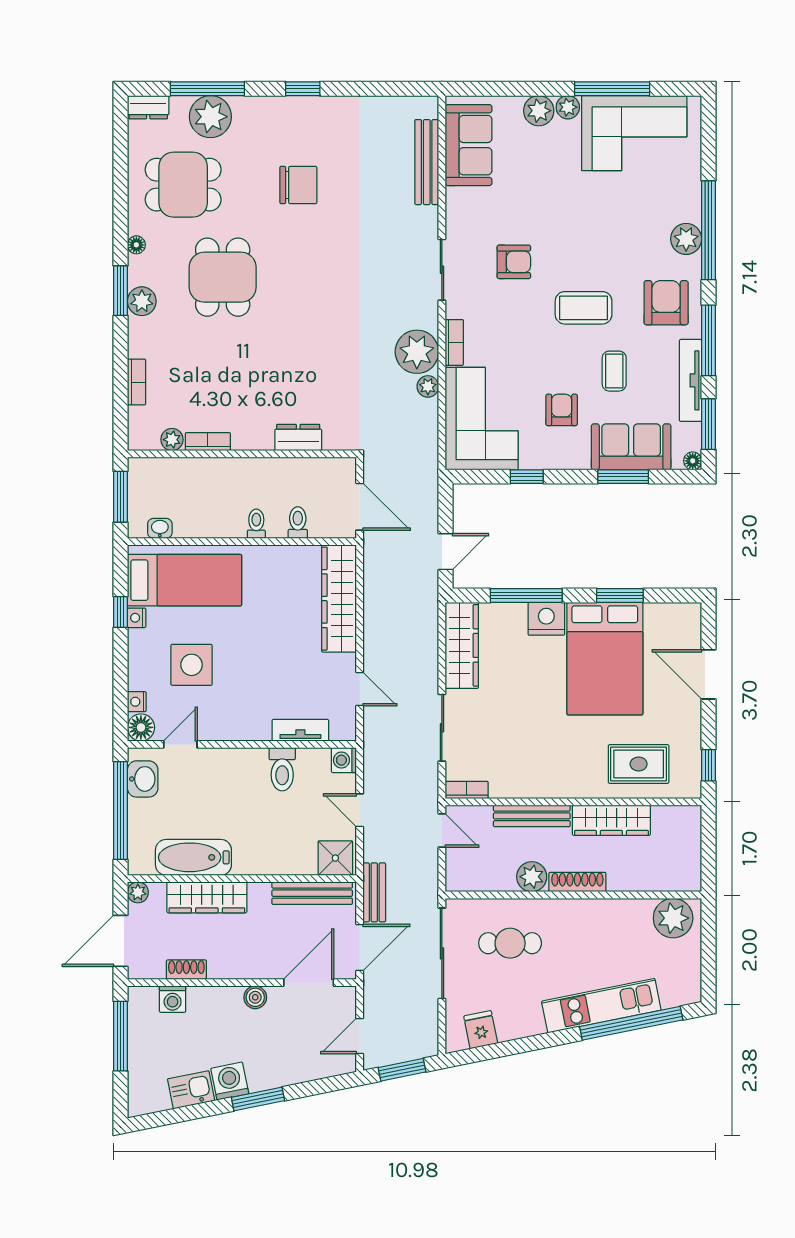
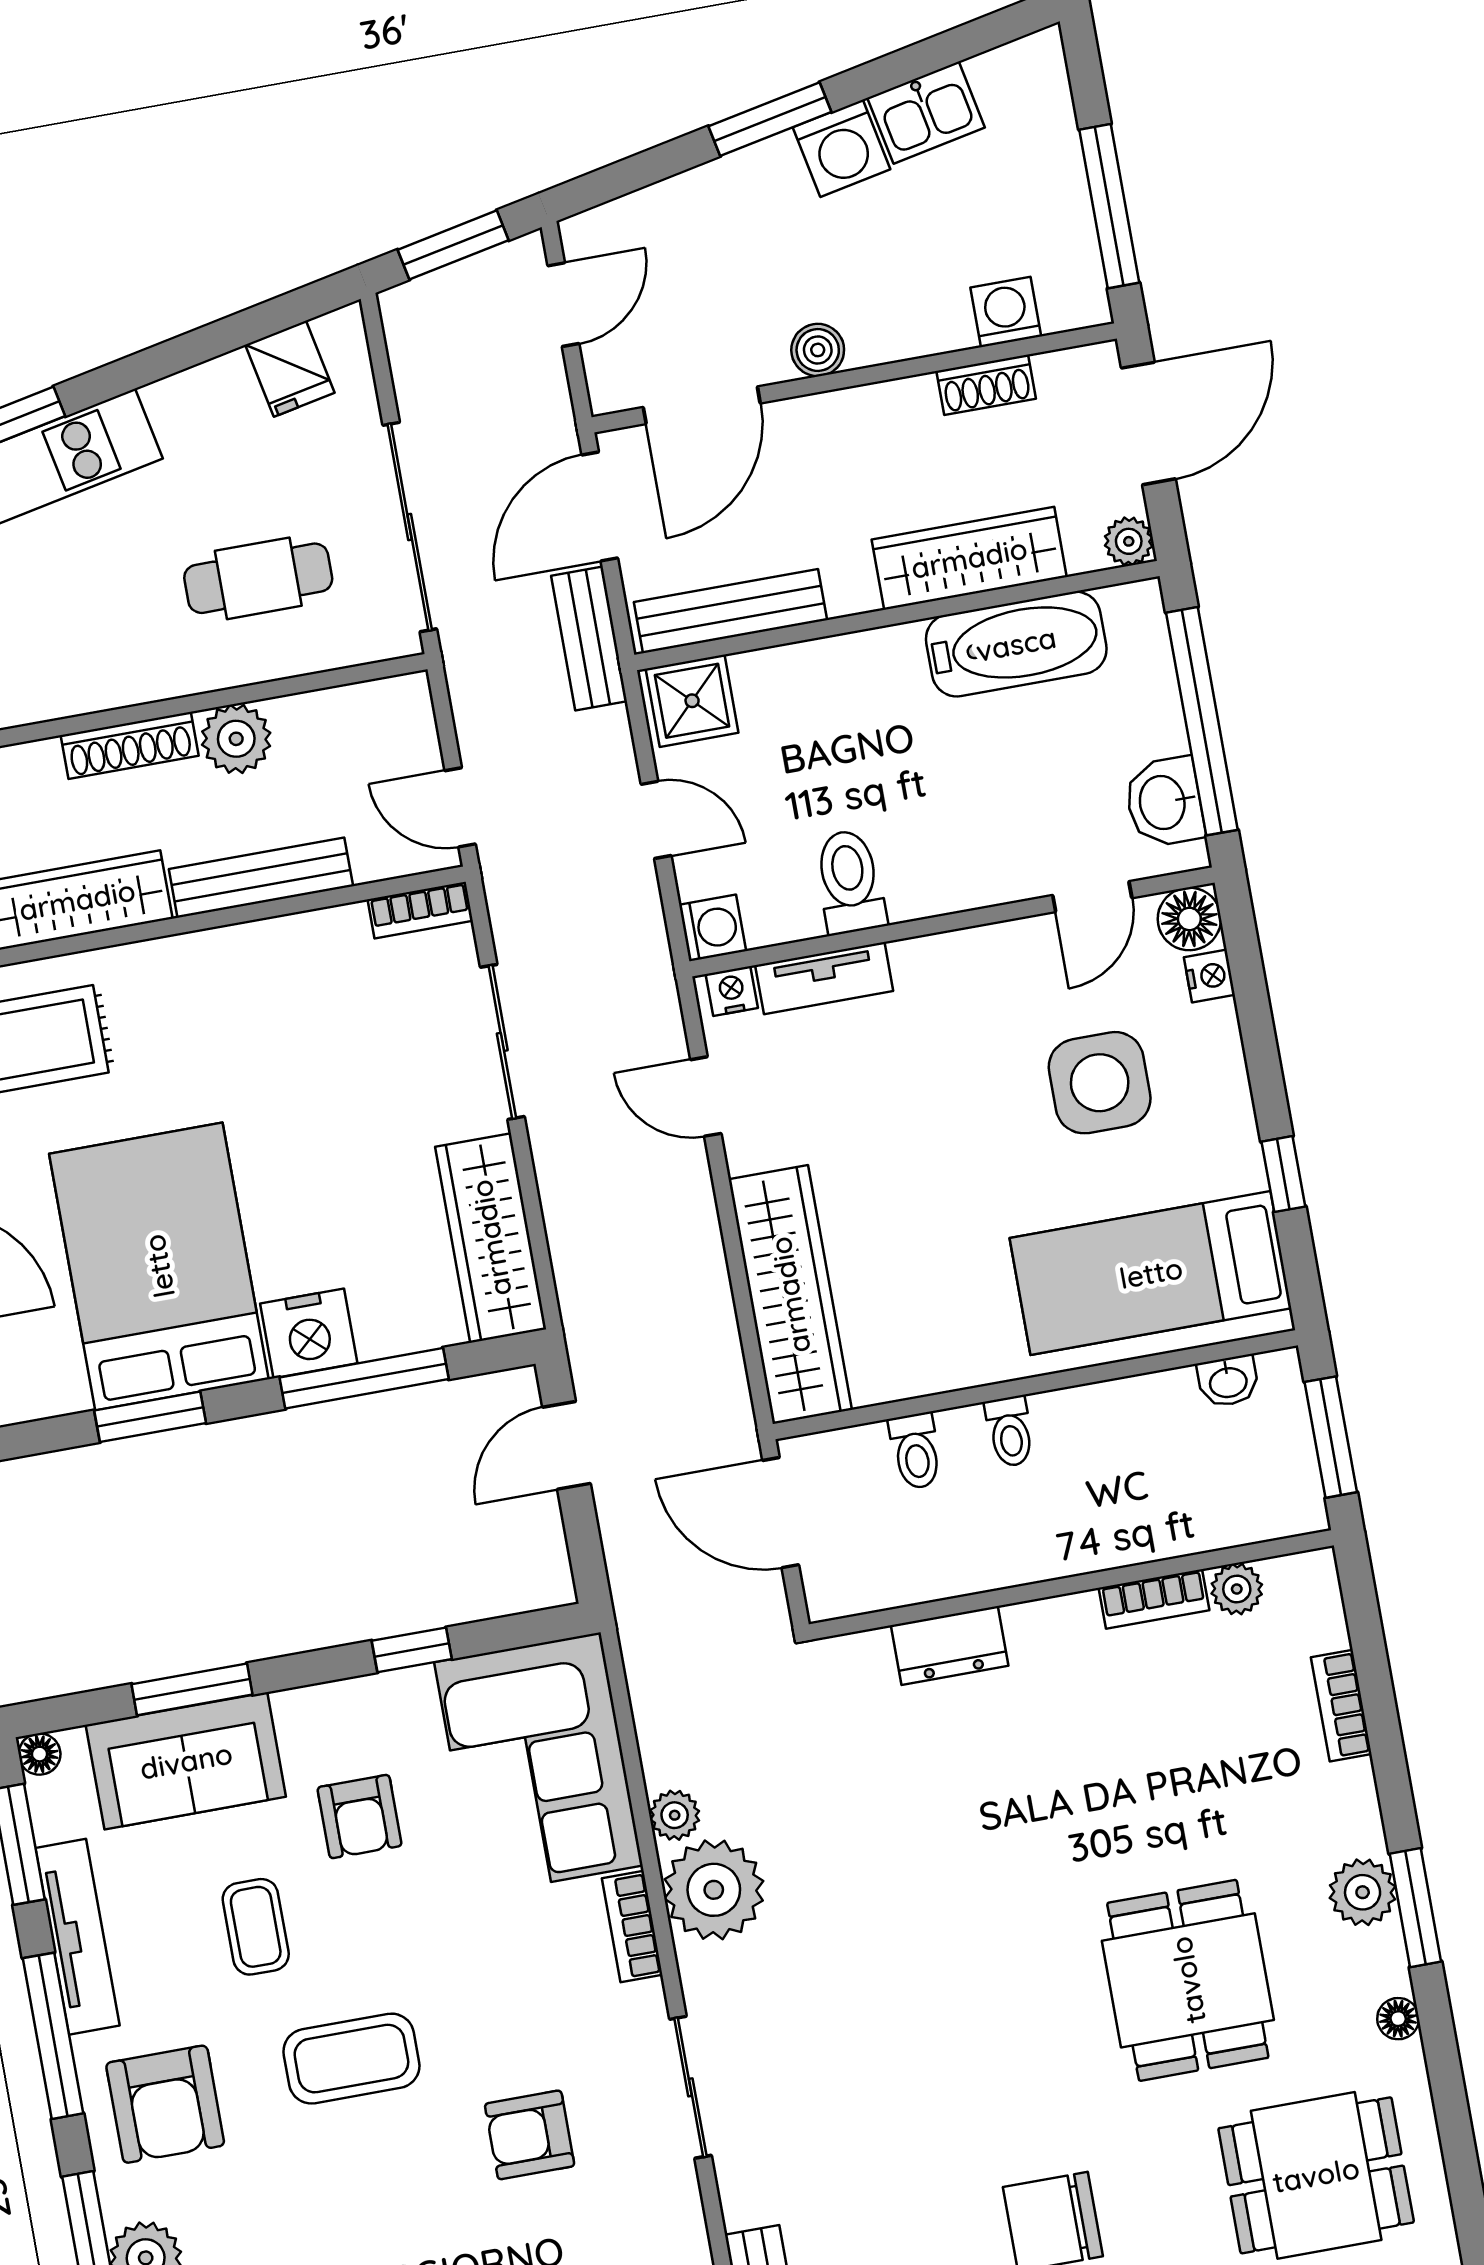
nightstand: (137, 618) -> (732, 991), moved, turned -90

